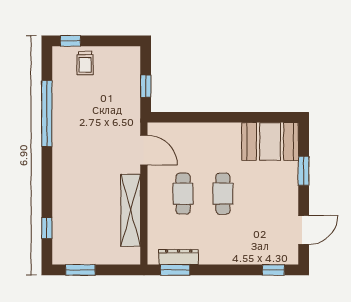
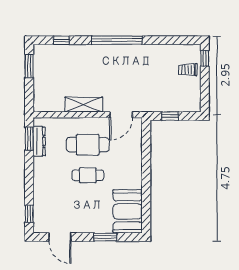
window: (47, 113) -> (117, 40), moved
cafe table: (183, 194) -> (88, 145), width x1.37, depth x1.35
shelving: (131, 210) -> (84, 105), width x0.68

